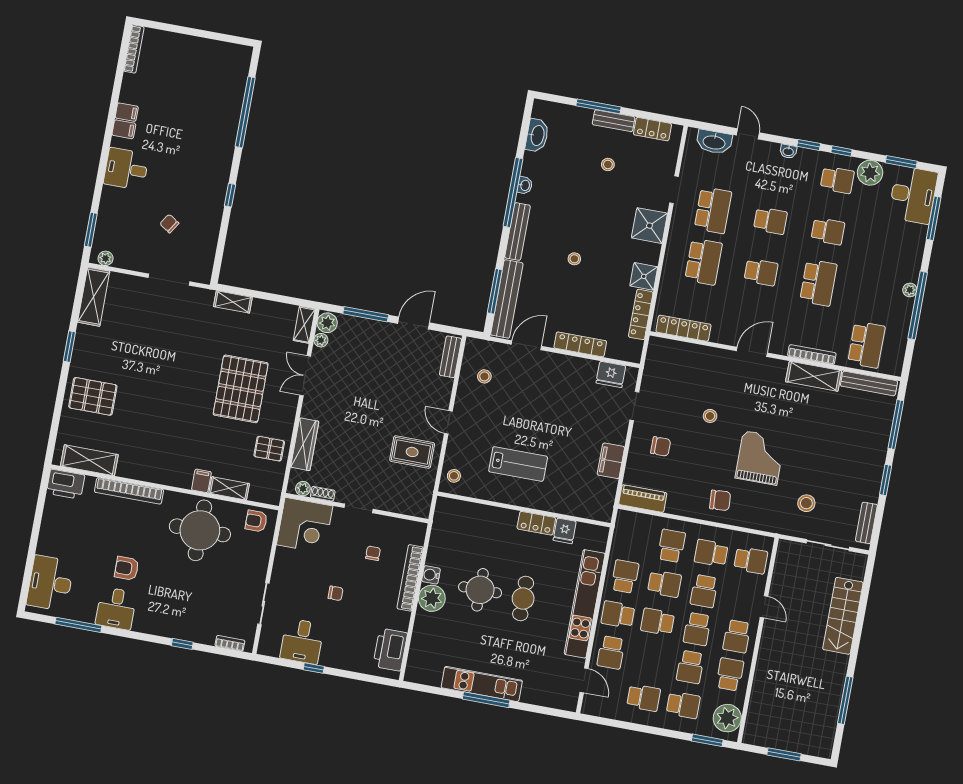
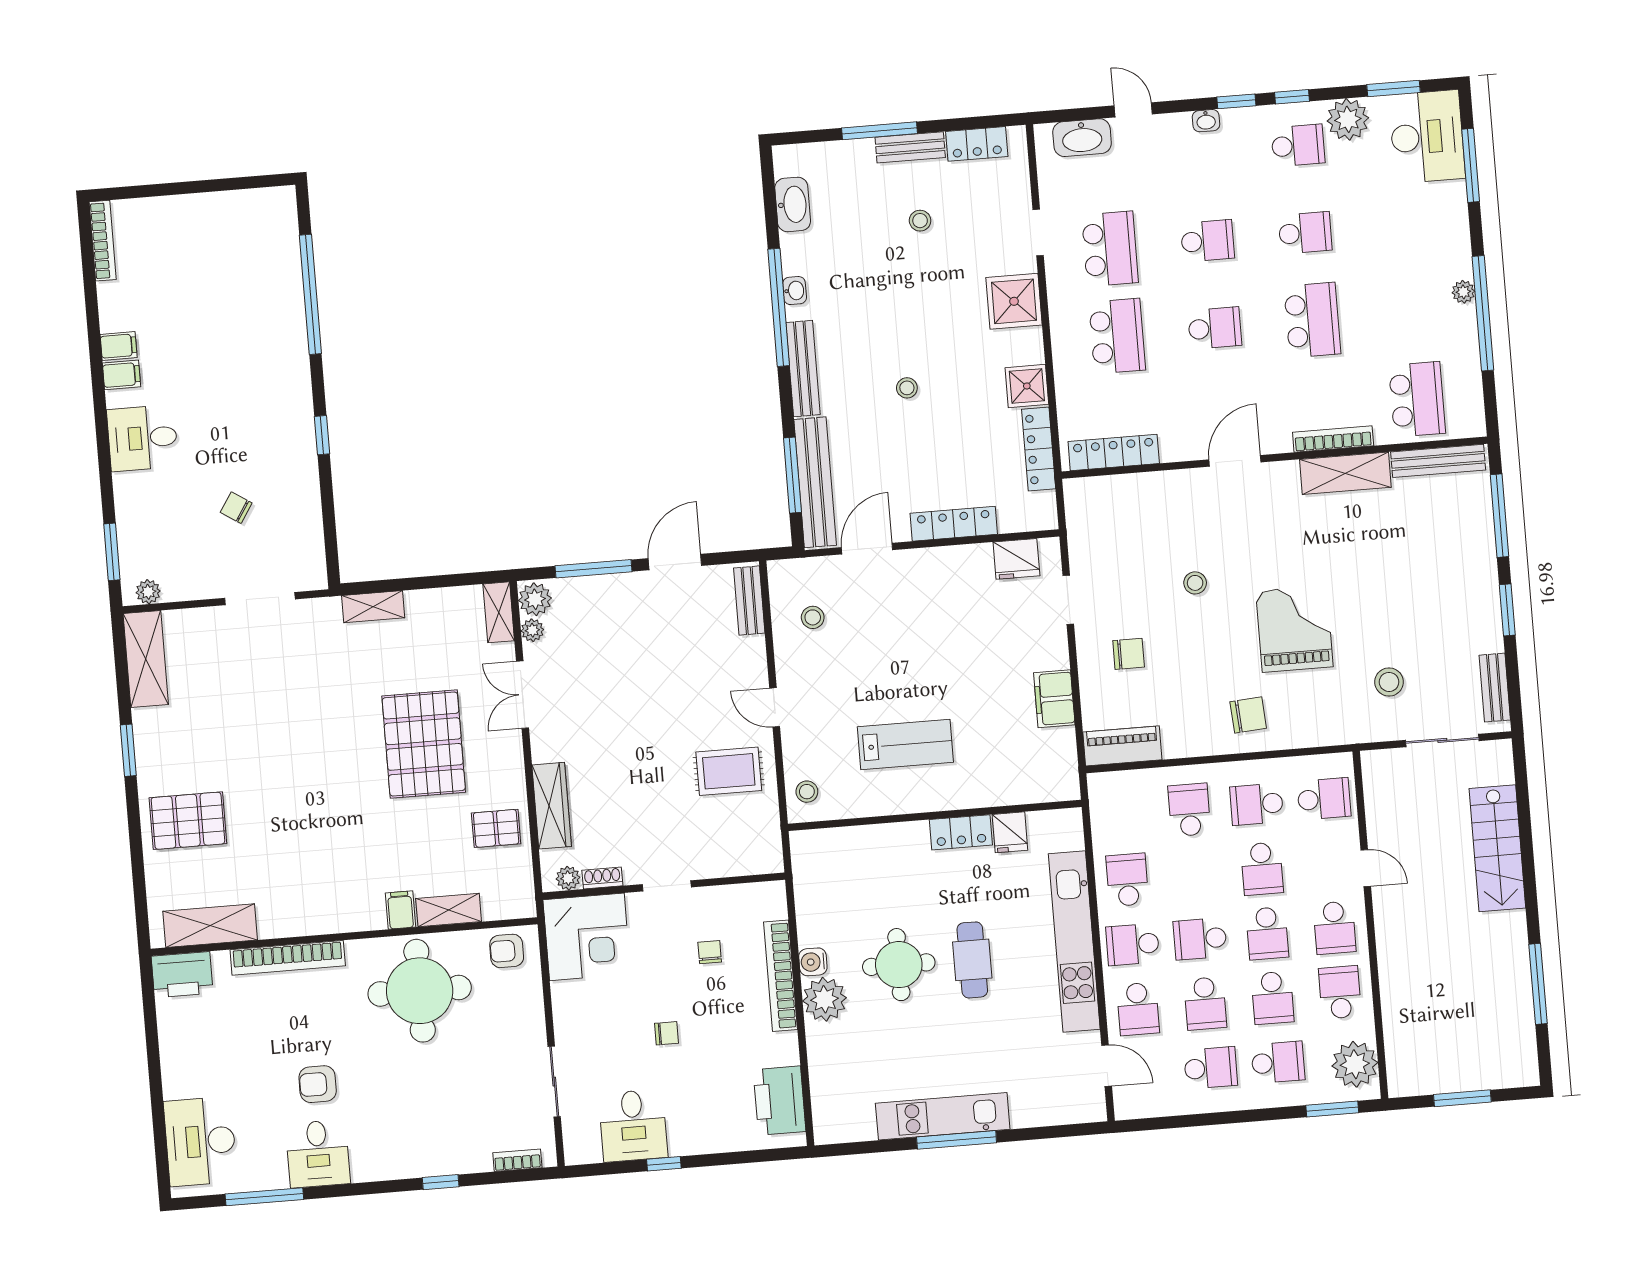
school desk: (665, 584) -> (1205, 1003), moved, turned 90

